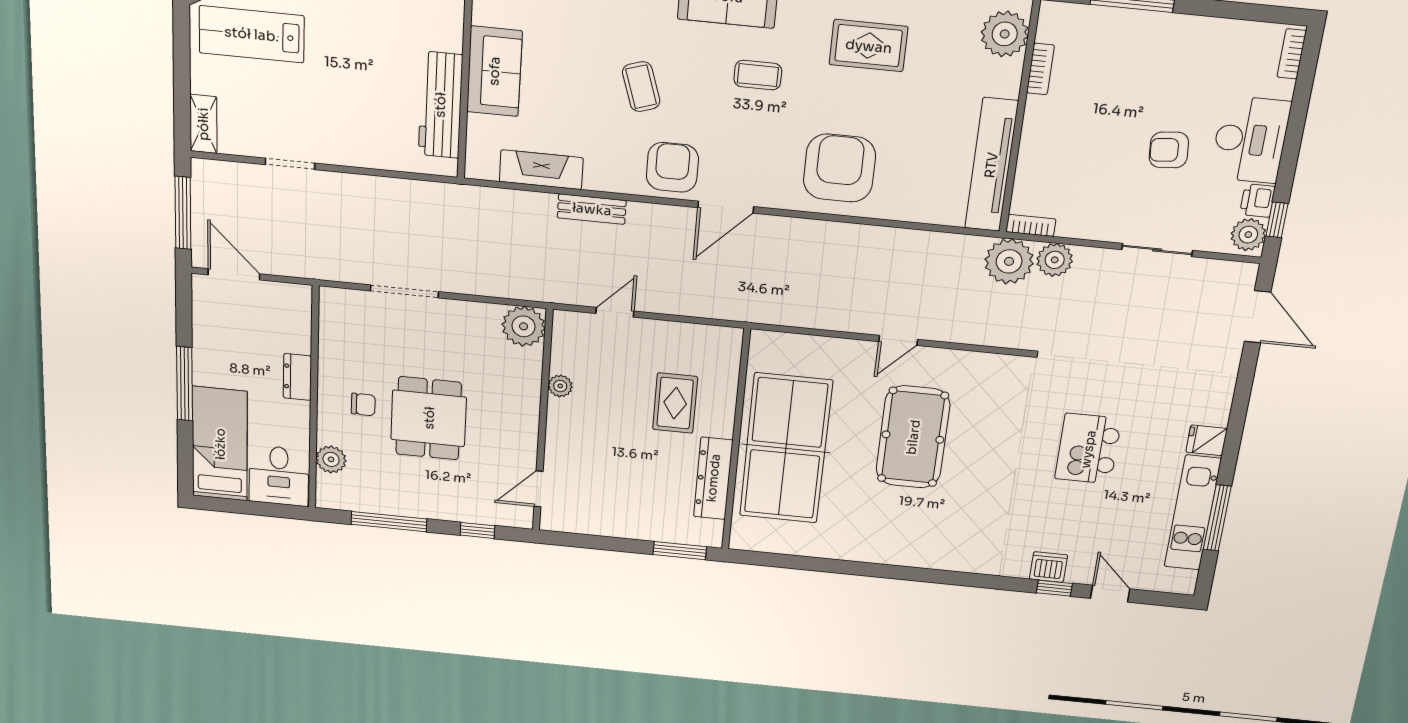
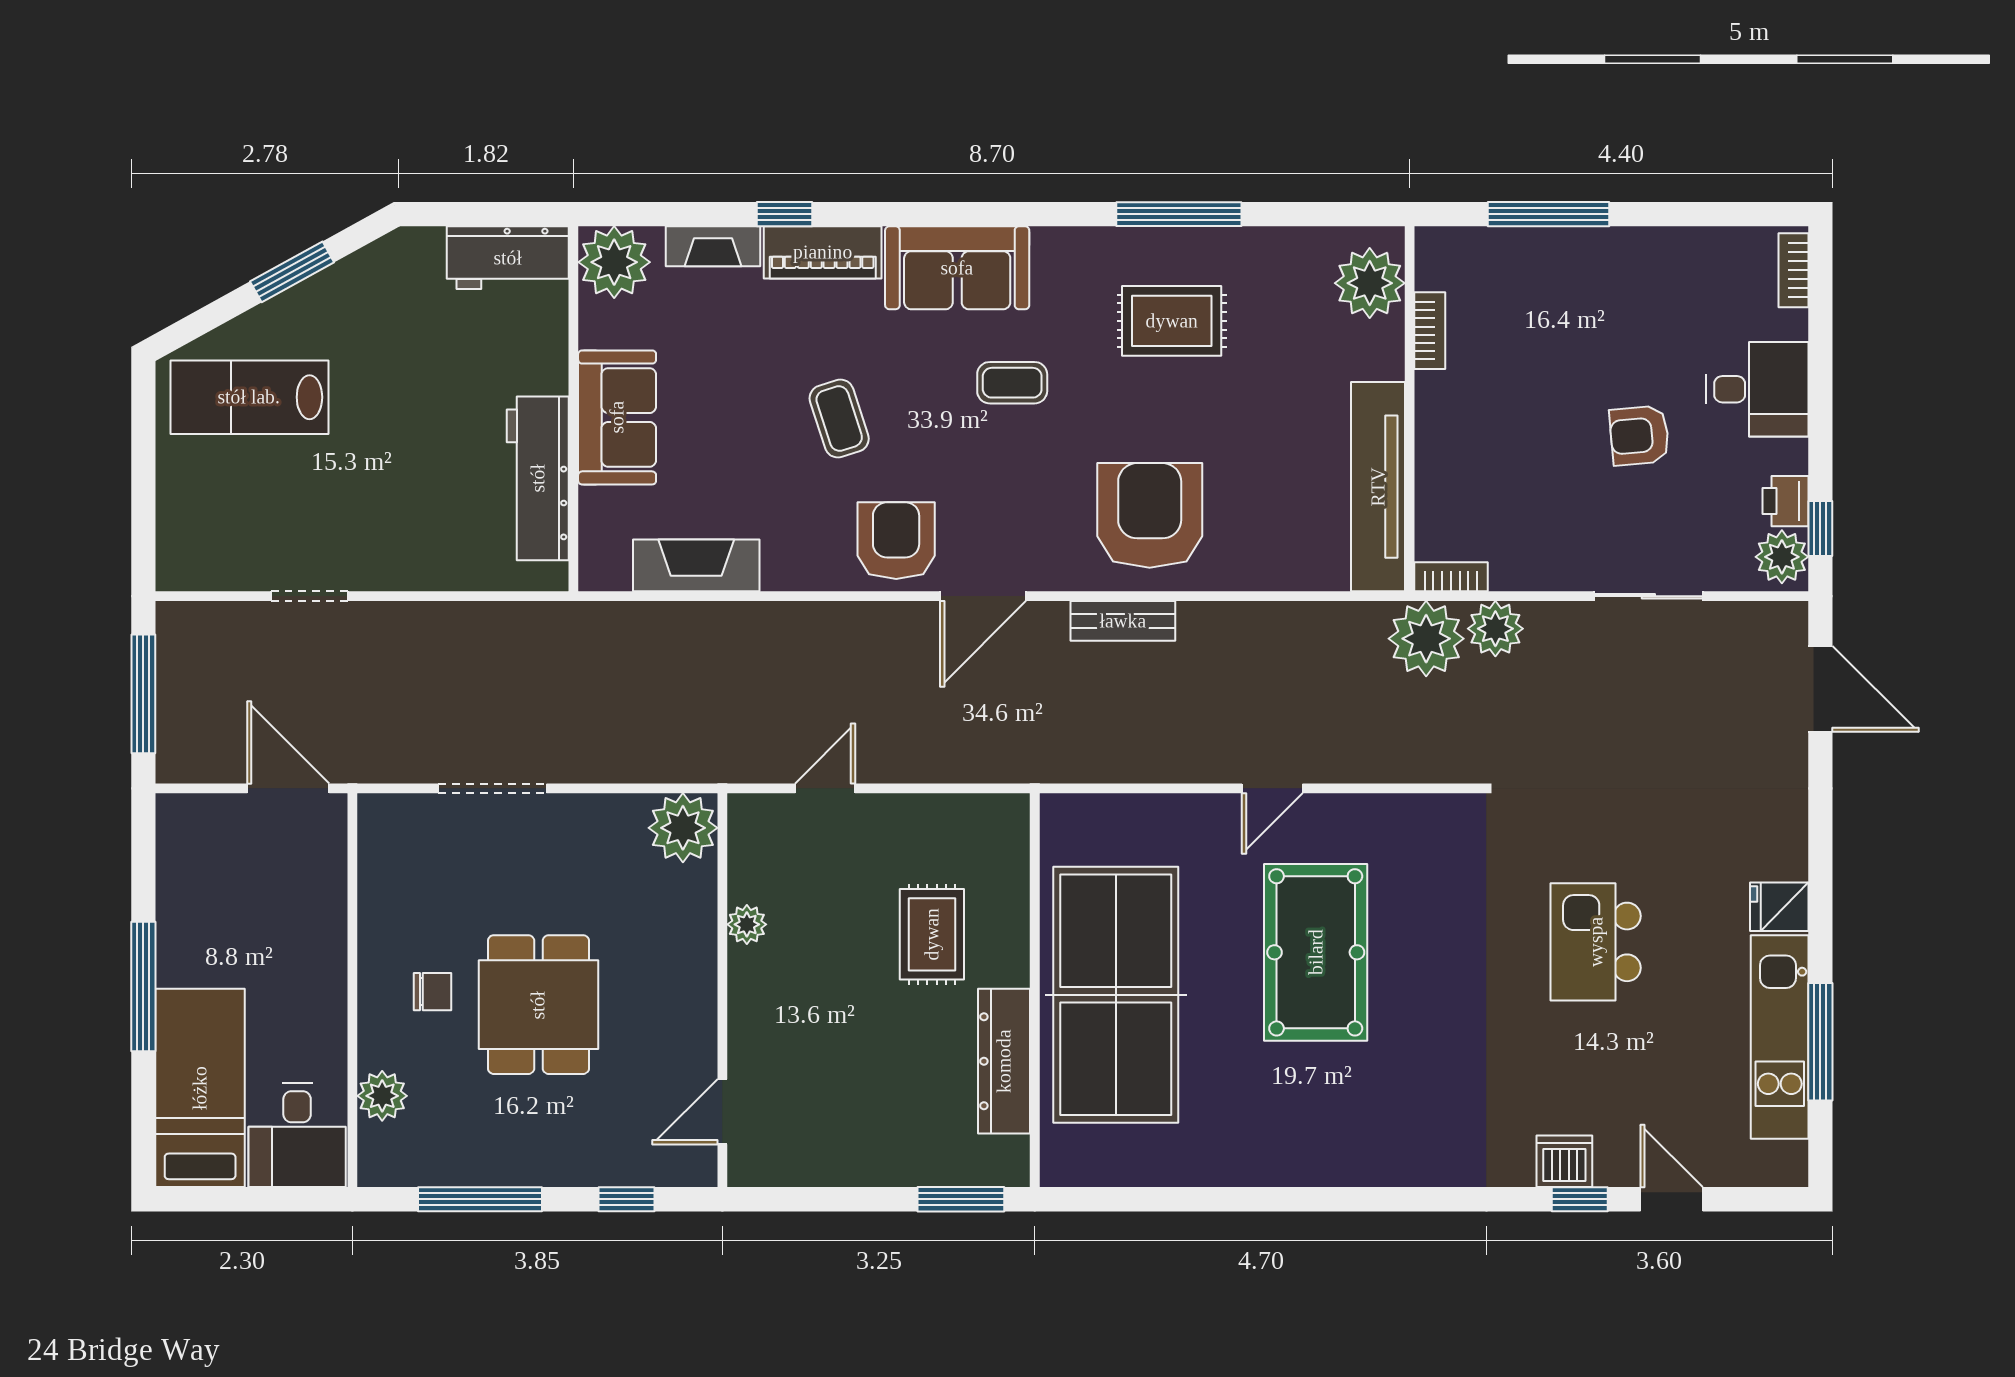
shelving: (203, 124) -> (176, 546), removed
desk: (1250, 140) -> (1757, 389), width x0.73
bench: (592, 209) -> (1123, 621), moved
door: (234, 274) -> (288, 788), moved
dresser: (297, 377) -> (325, 955), removed

